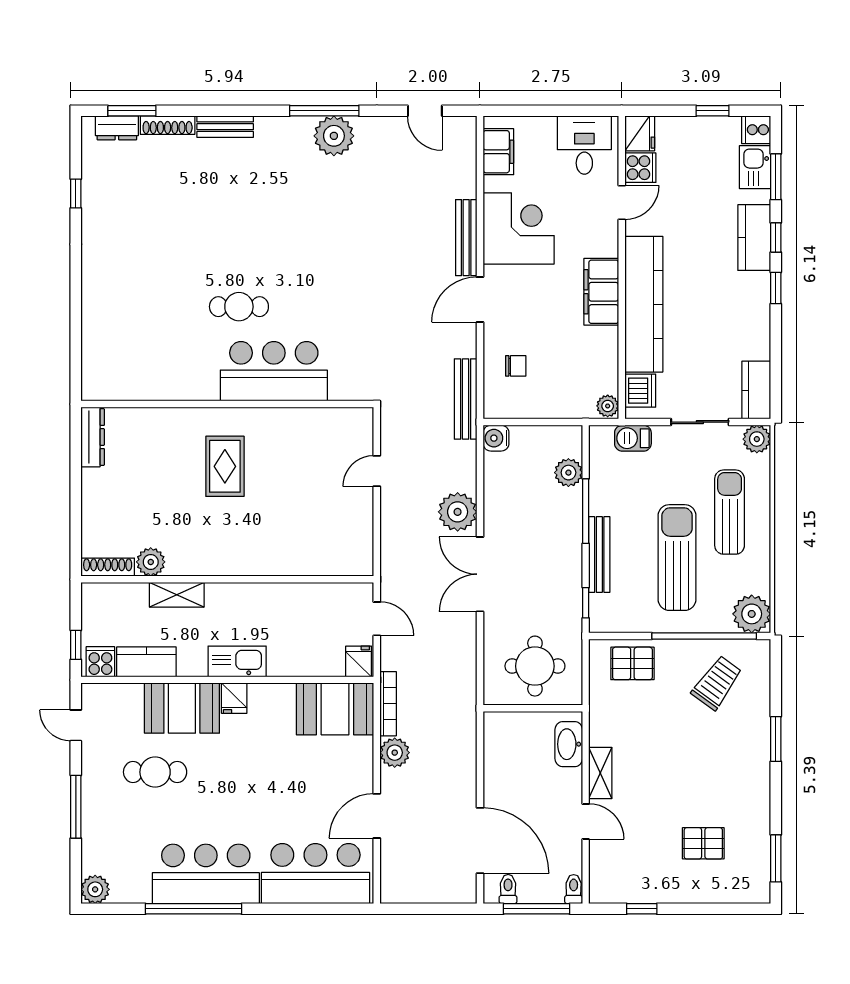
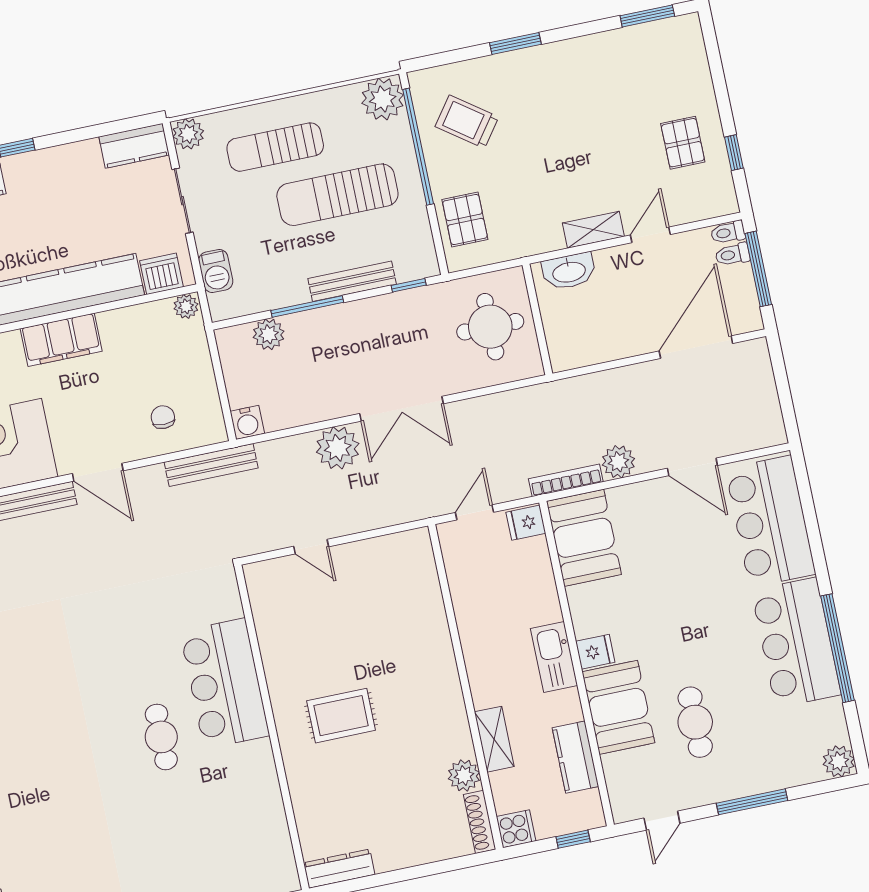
cooker: (100, 662) -> (516, 829), moved, turned 180
pallet: (703, 843) -> (683, 143), moved
toilet: (508, 889) -> (732, 255), moved

